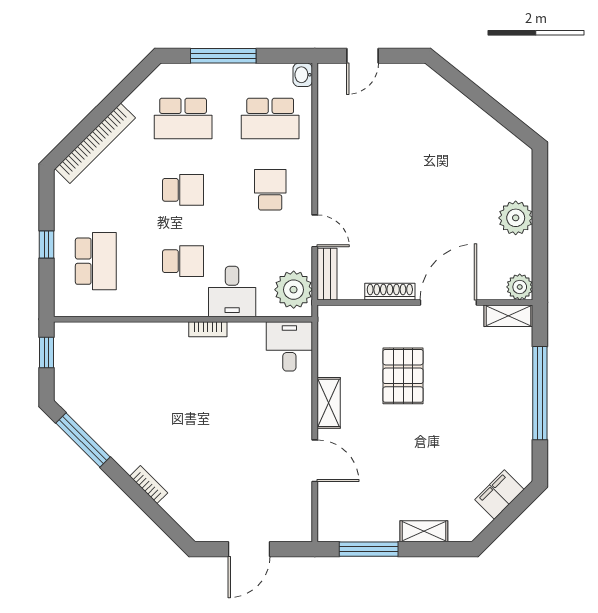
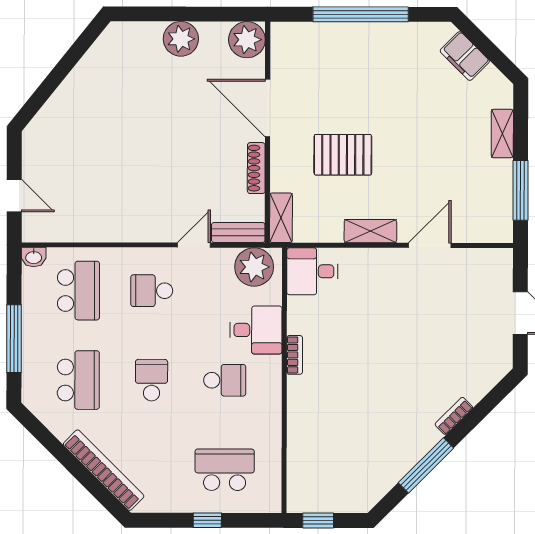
school desk: (183, 261) -> (225, 380), turned 90
plant: (520, 287) -> (247, 40), width x1.36, depth x1.36
shelving: (508, 316) -> (281, 218), moved
window: (83, 440) -> (426, 465), moved

